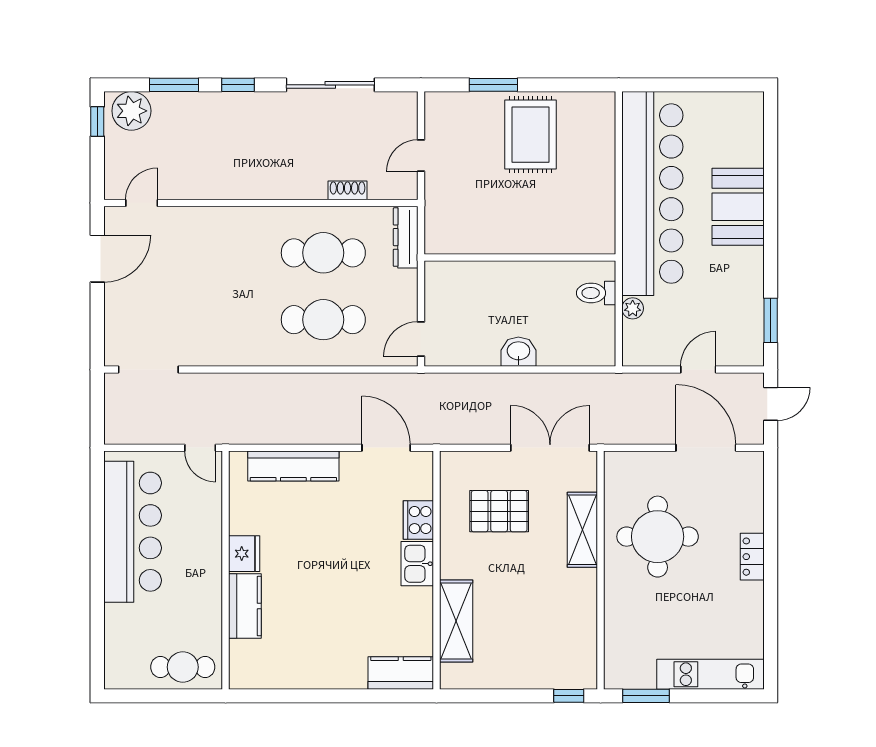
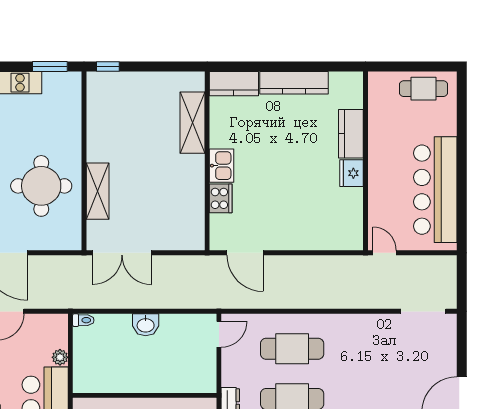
toilet: (596, 293) -> (83, 320), moved, width x0.73, depth x0.72
kitchen counter: (293, 466) -> (294, 83), moved, turned 180
pallet: (499, 511) -> (160, 205), removed
cafe table: (183, 667) -> (423, 89), moved

